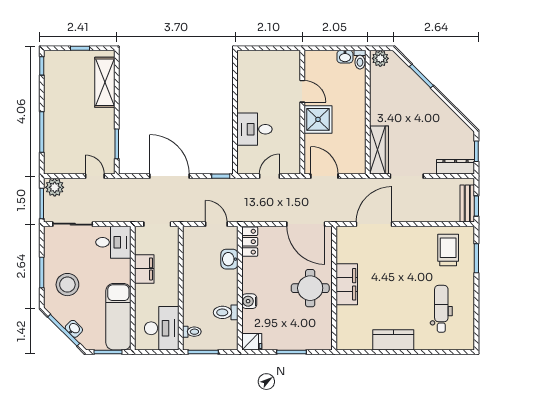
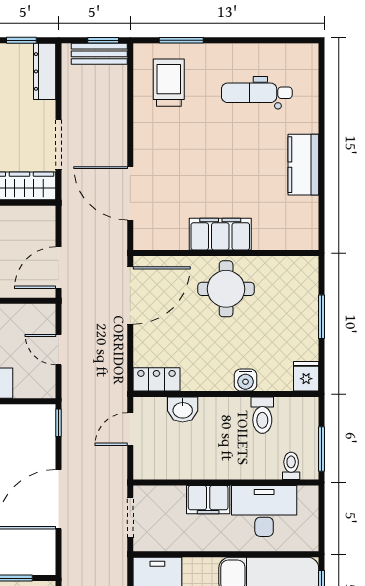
trolley: (448, 250) -> (169, 83), turned 90
filing cabinet: (144, 269) -> (208, 500), moved, turned 180
desk: (162, 328) -> (264, 511), moved

